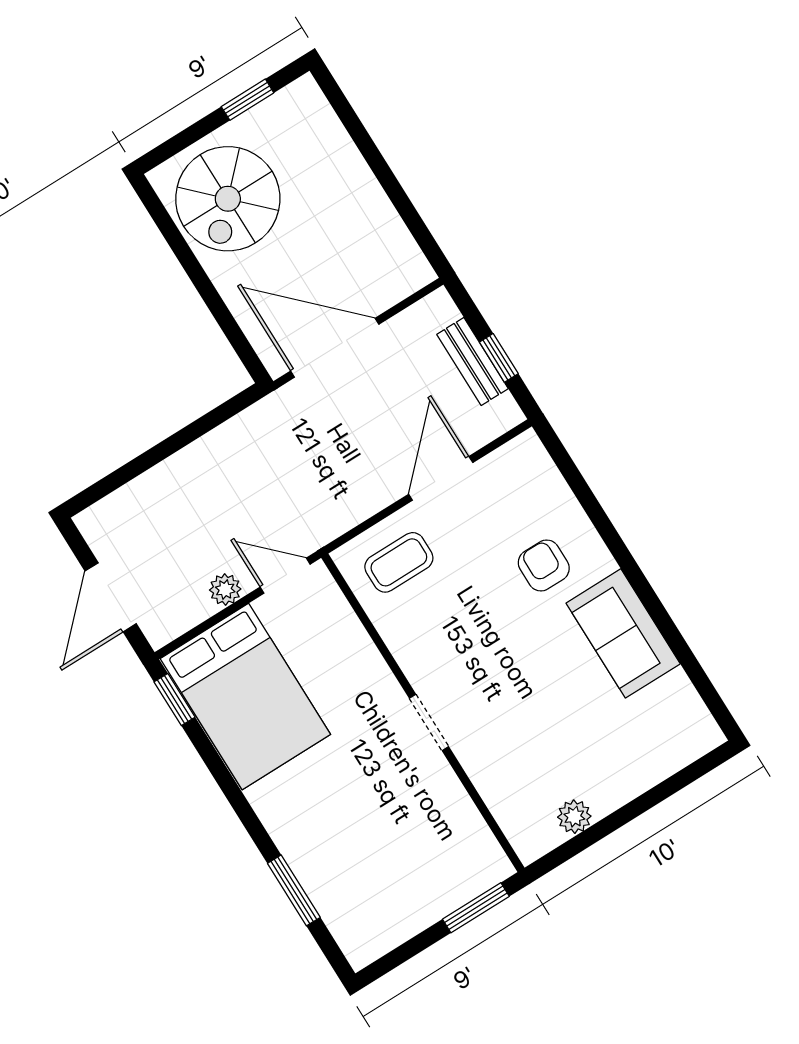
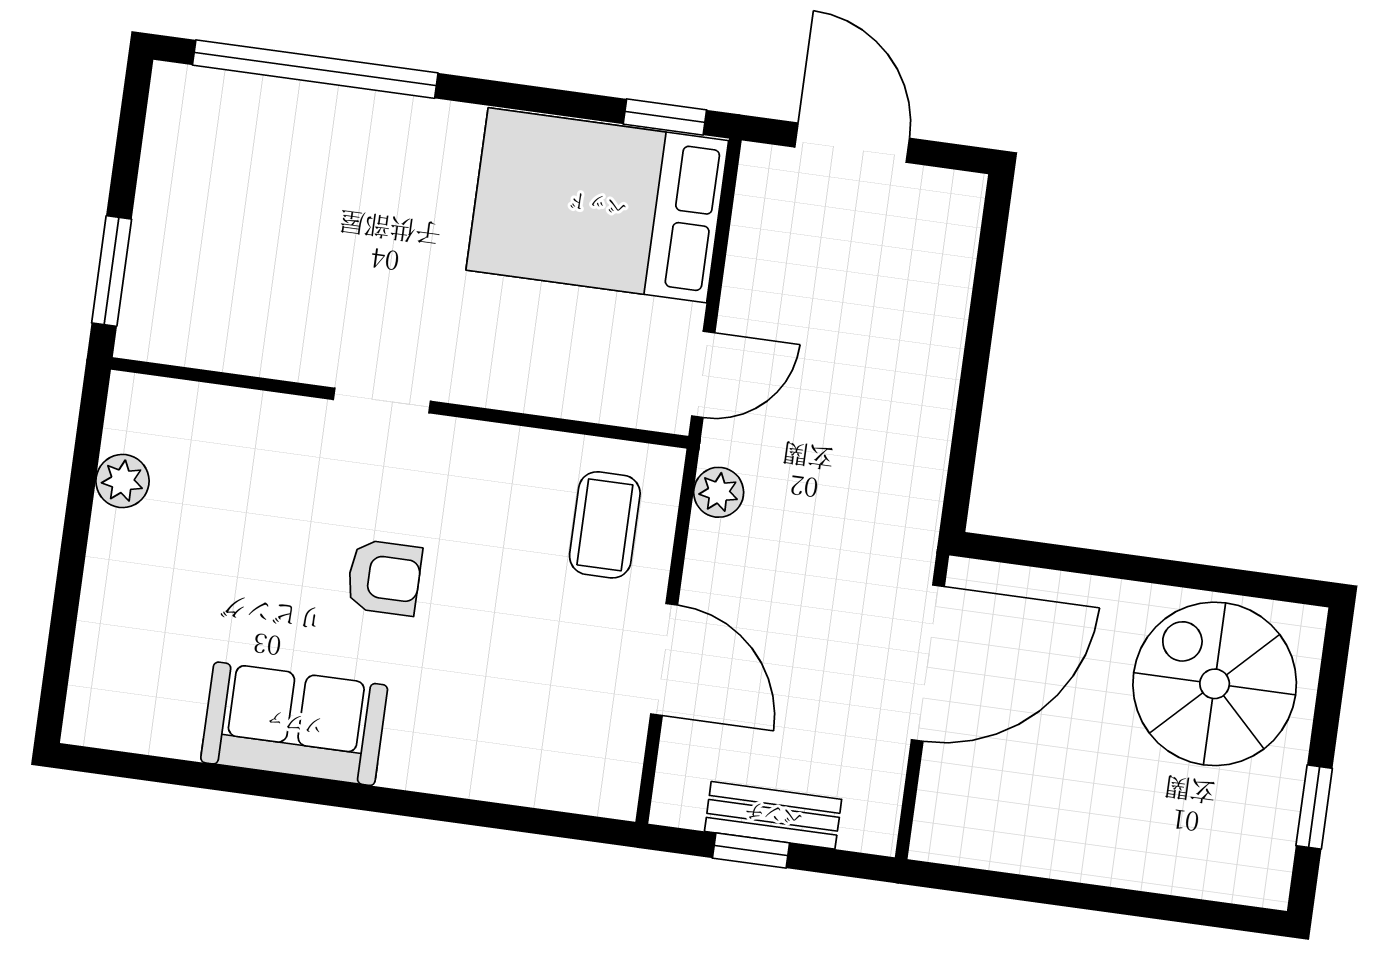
armchair: (544, 565) -> (384, 578), moved
plant: (225, 589) -> (719, 492), moved
window: (294, 890) -> (315, 69), width x2.11

